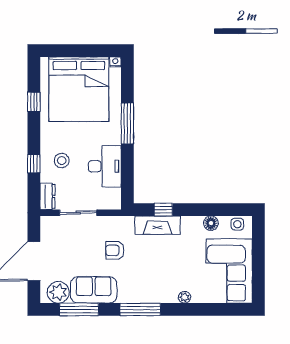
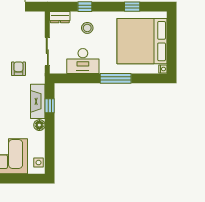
sliding door: (78, 213) -> (47, 52), moved
floor lamp: (211, 223) -> (39, 125), moved

